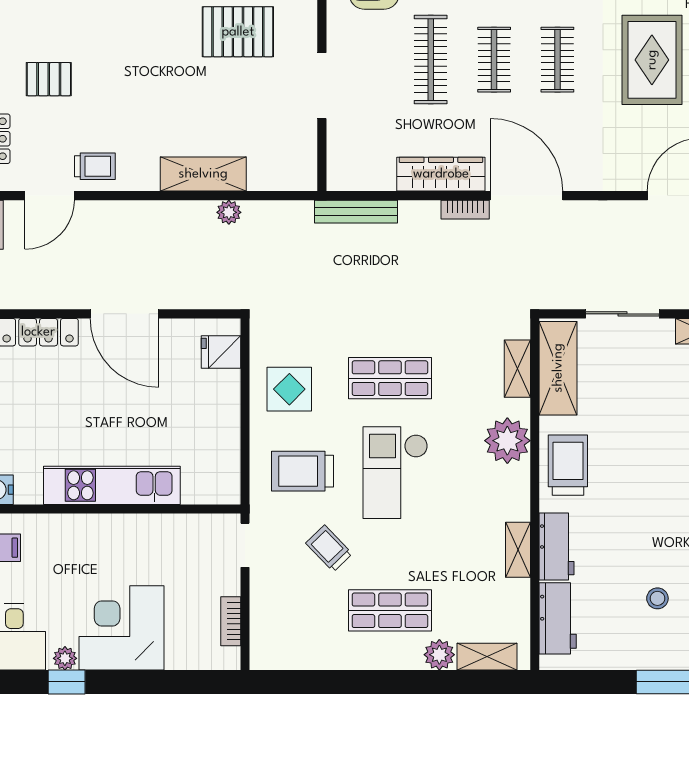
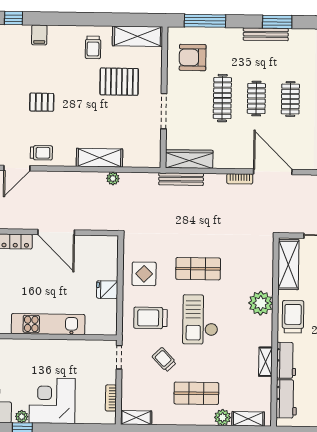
pallet: (49, 79) -> (42, 102), moved
wardrobe: (441, 174) -> (189, 159), moved
fridge: (221, 352) -> (107, 290), moved
shelving: (517, 369) -> (136, 418), moved, turned 90

